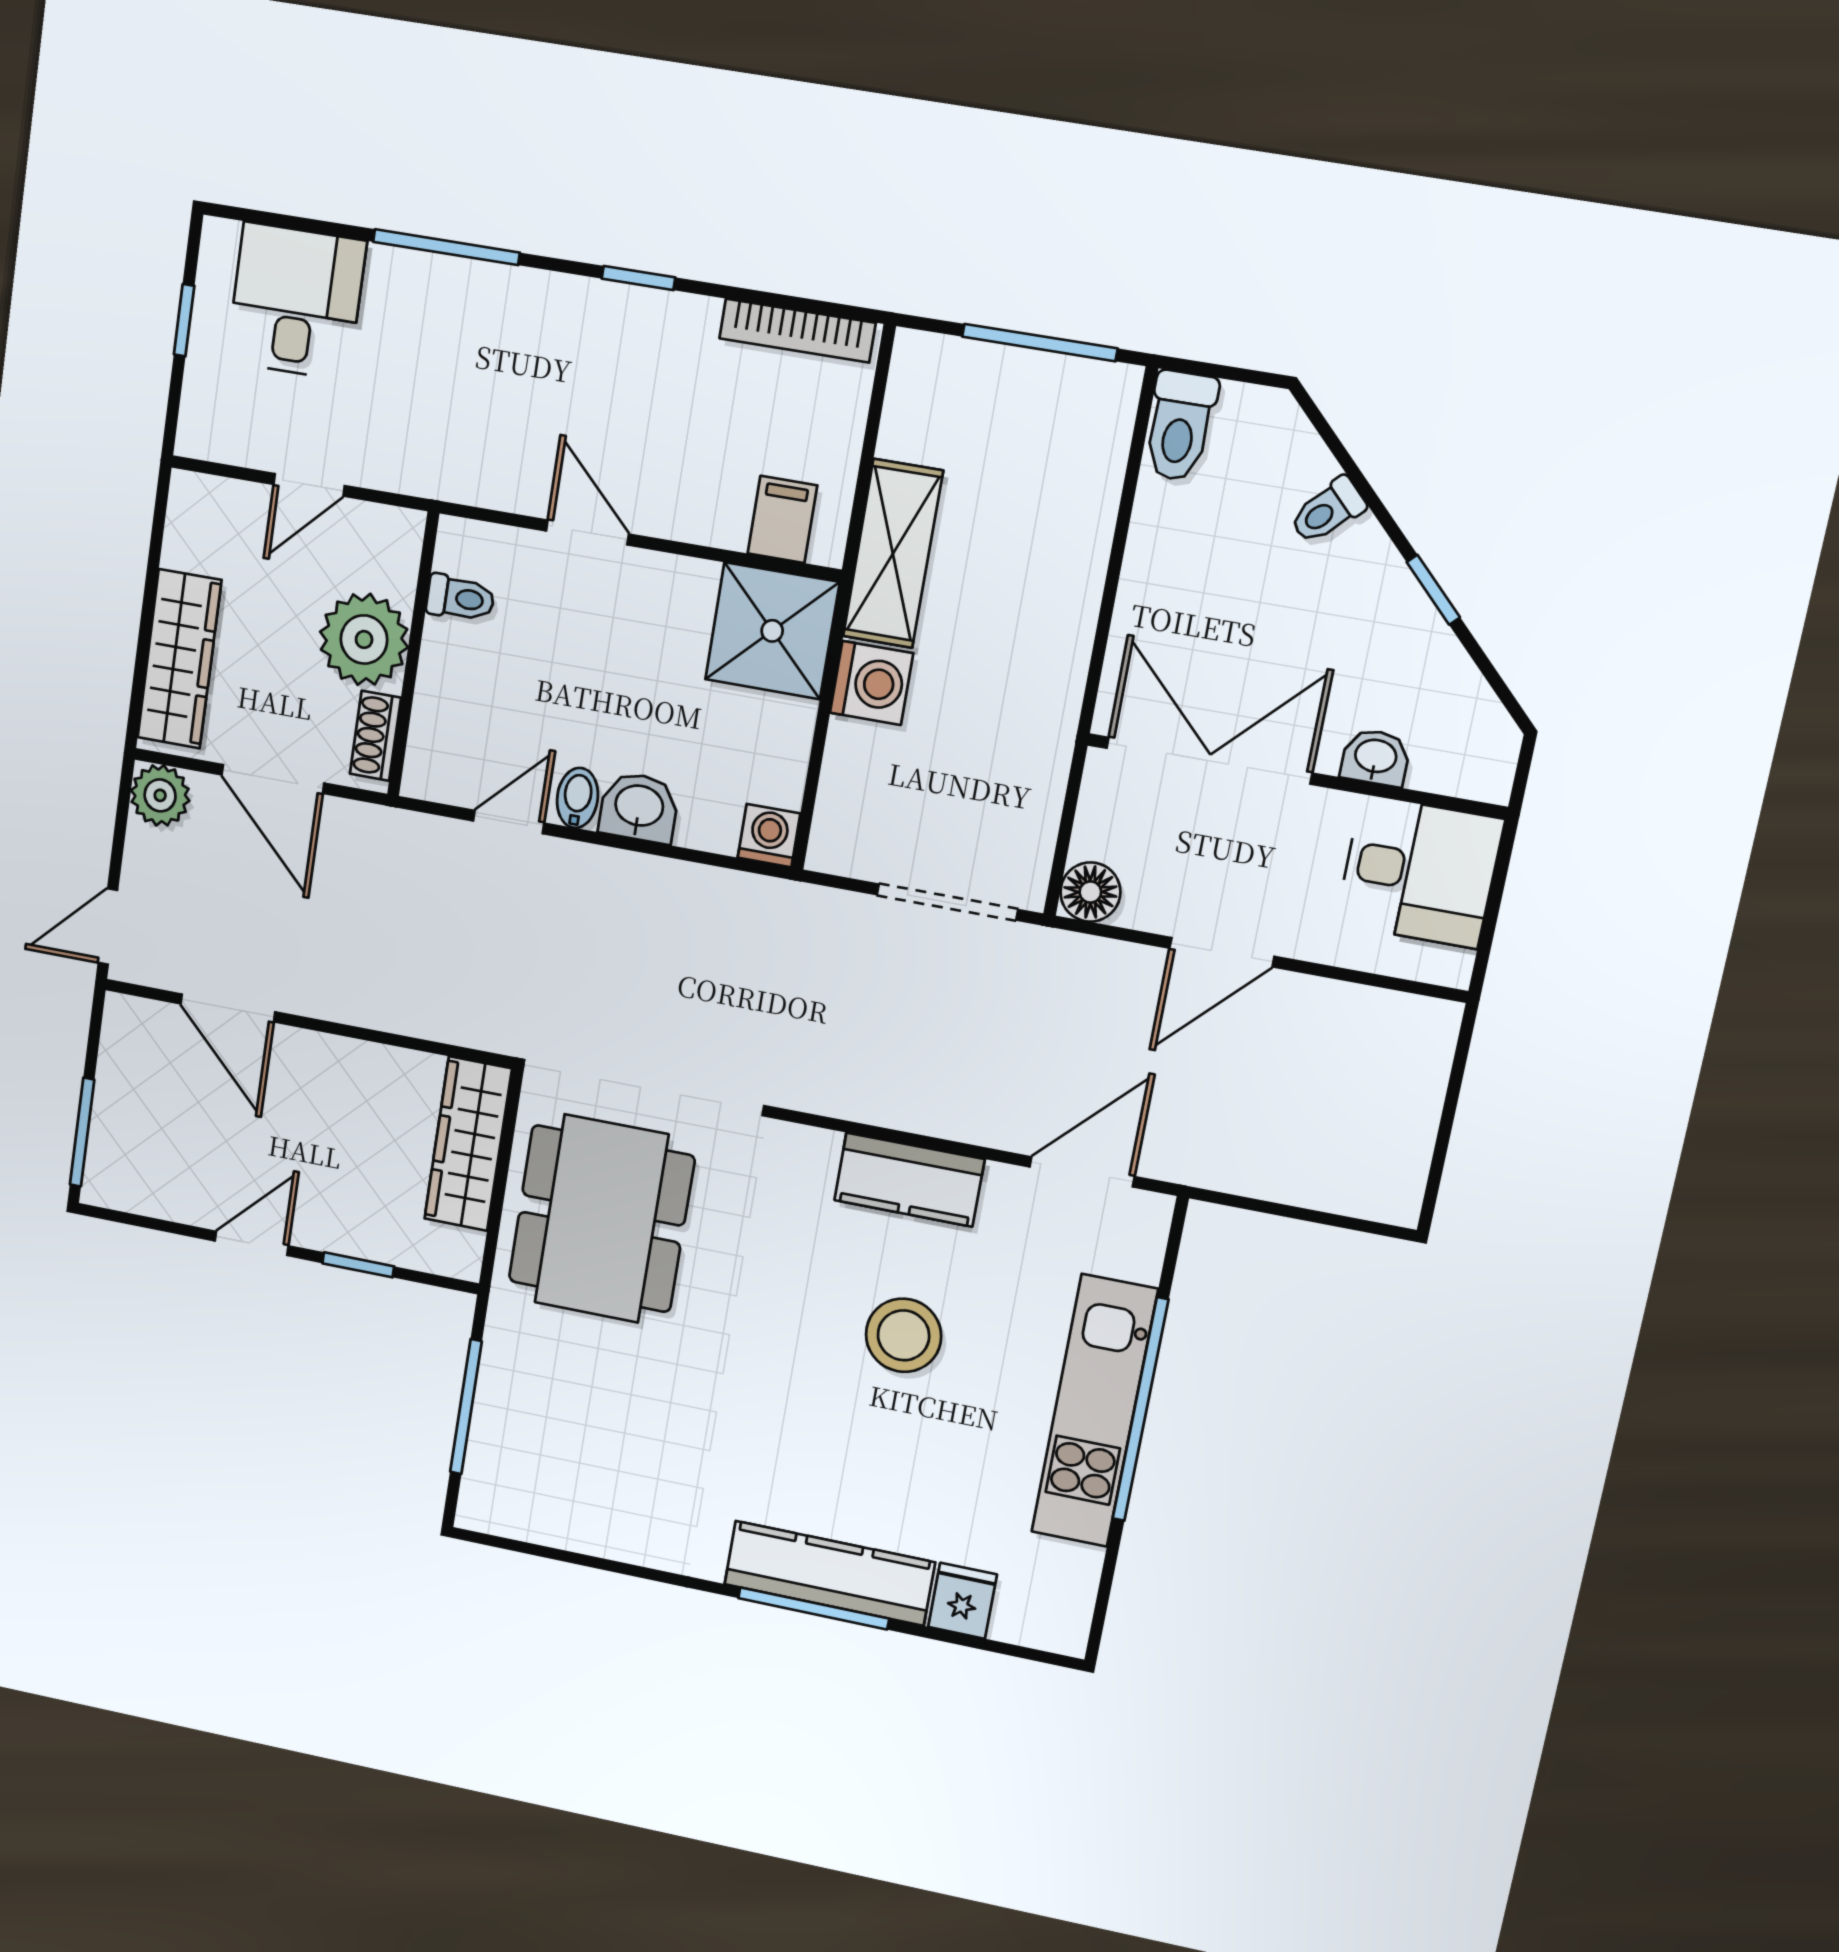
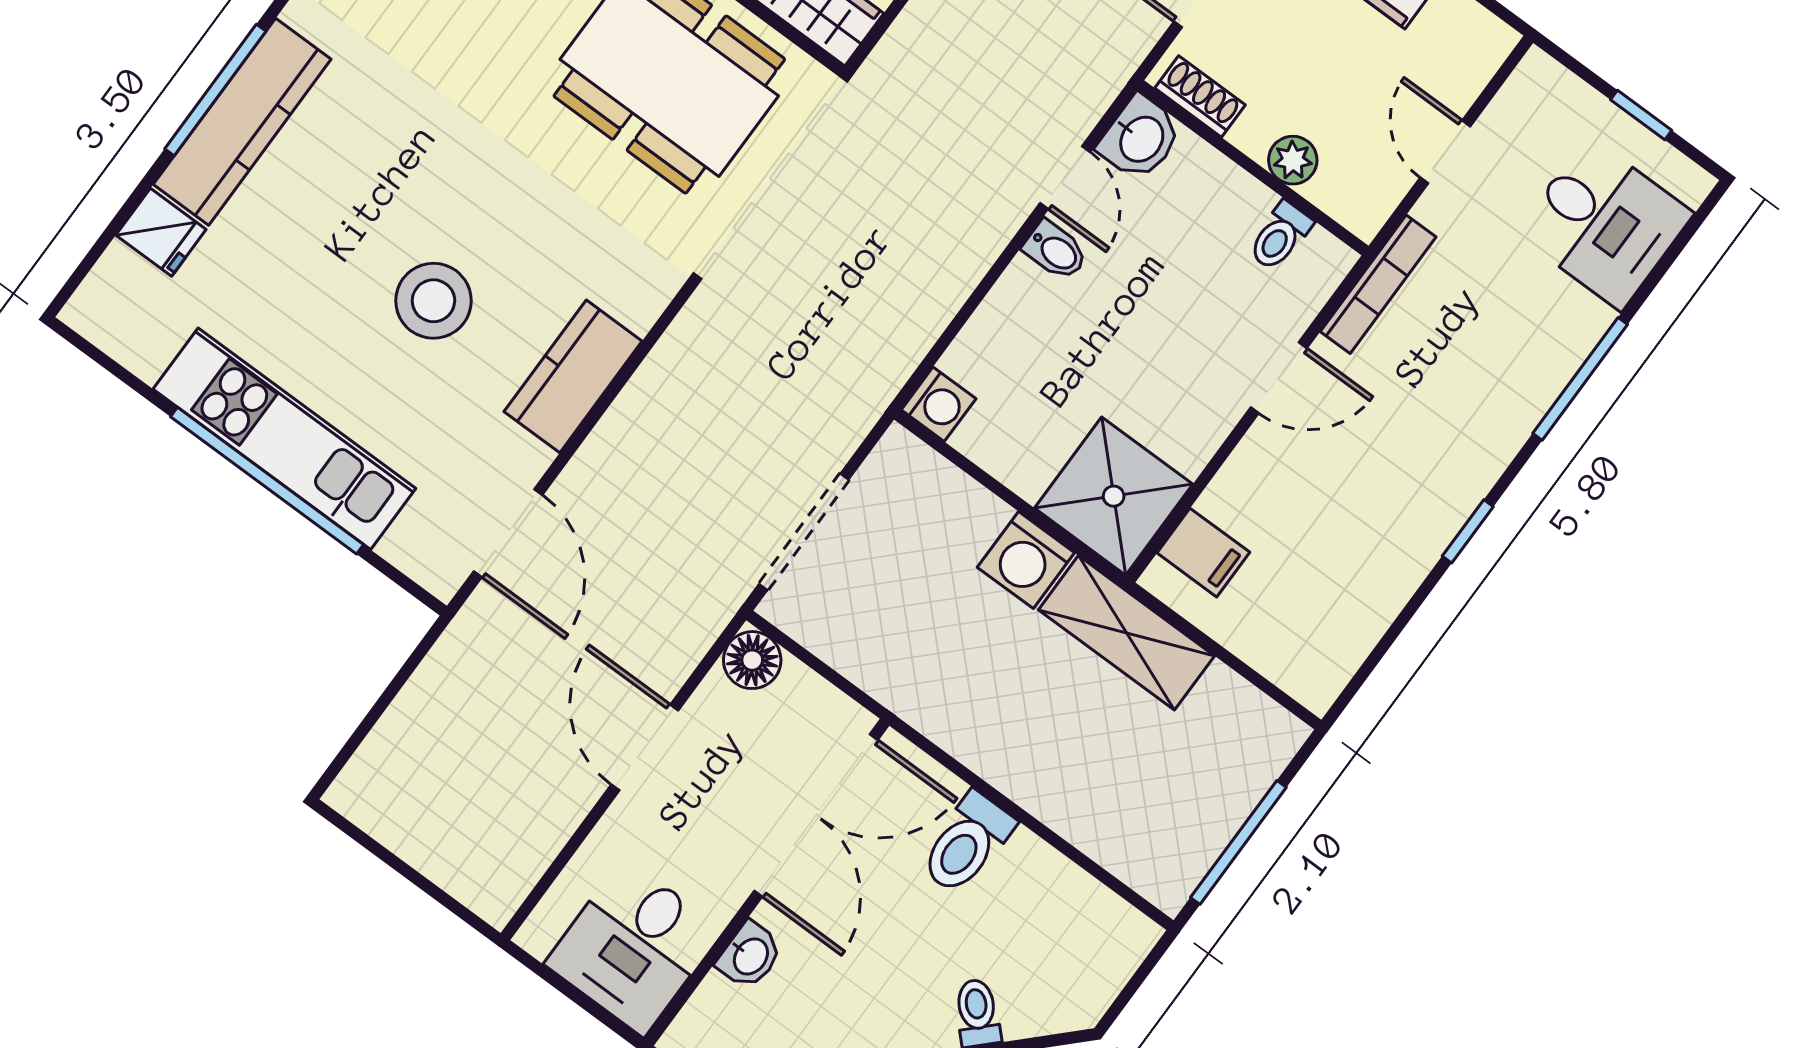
bookcase: (797, 331) -> (1378, 284), moved, turned 180
toilet: (1180, 426) -> (967, 843), moved, turned -90
plant: (364, 639) -> (1293, 160), width x0.53, depth x0.53
washbasin: (639, 807) -> (1140, 138), moved

